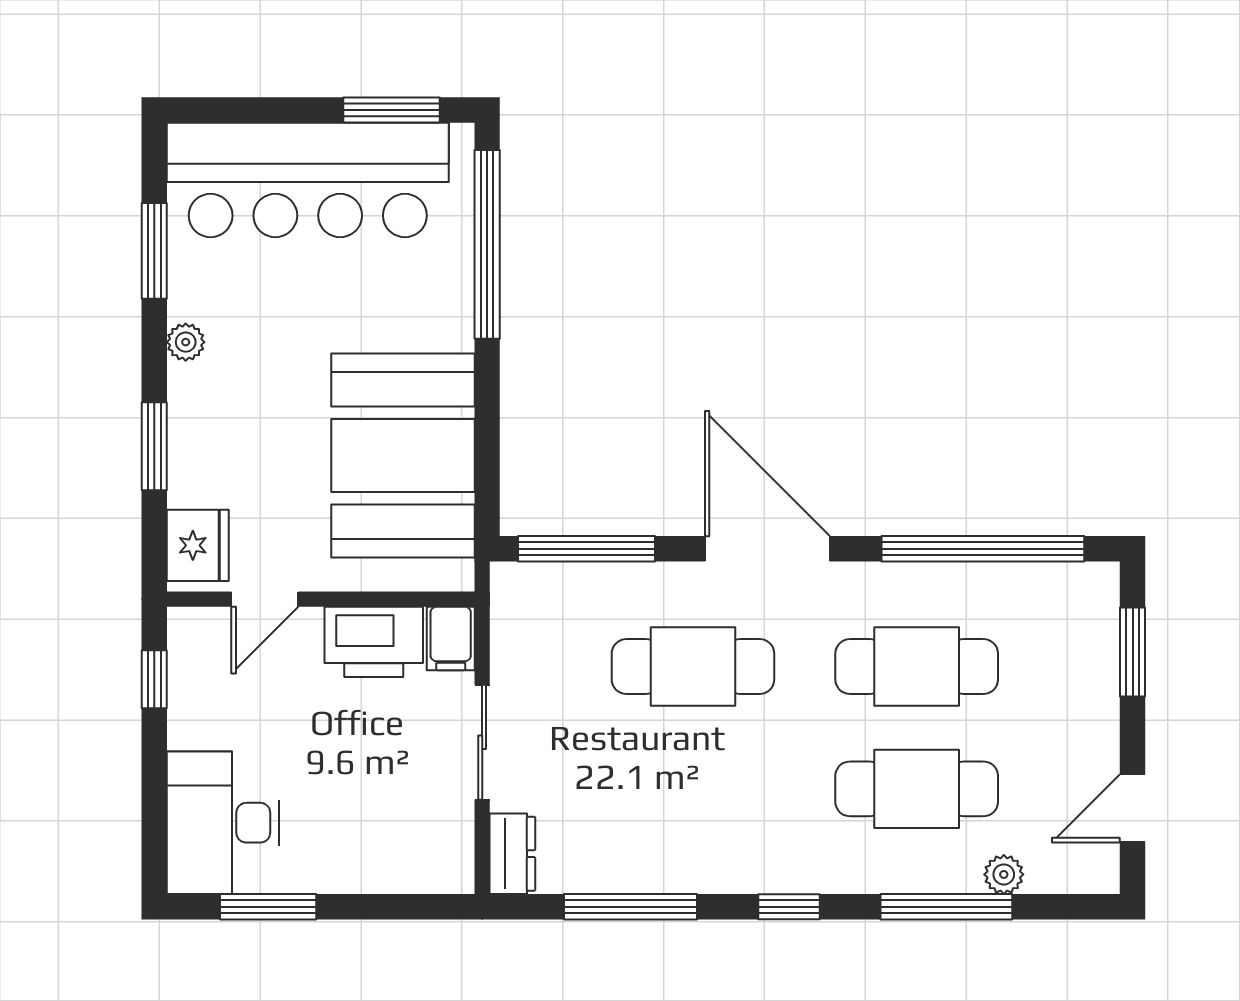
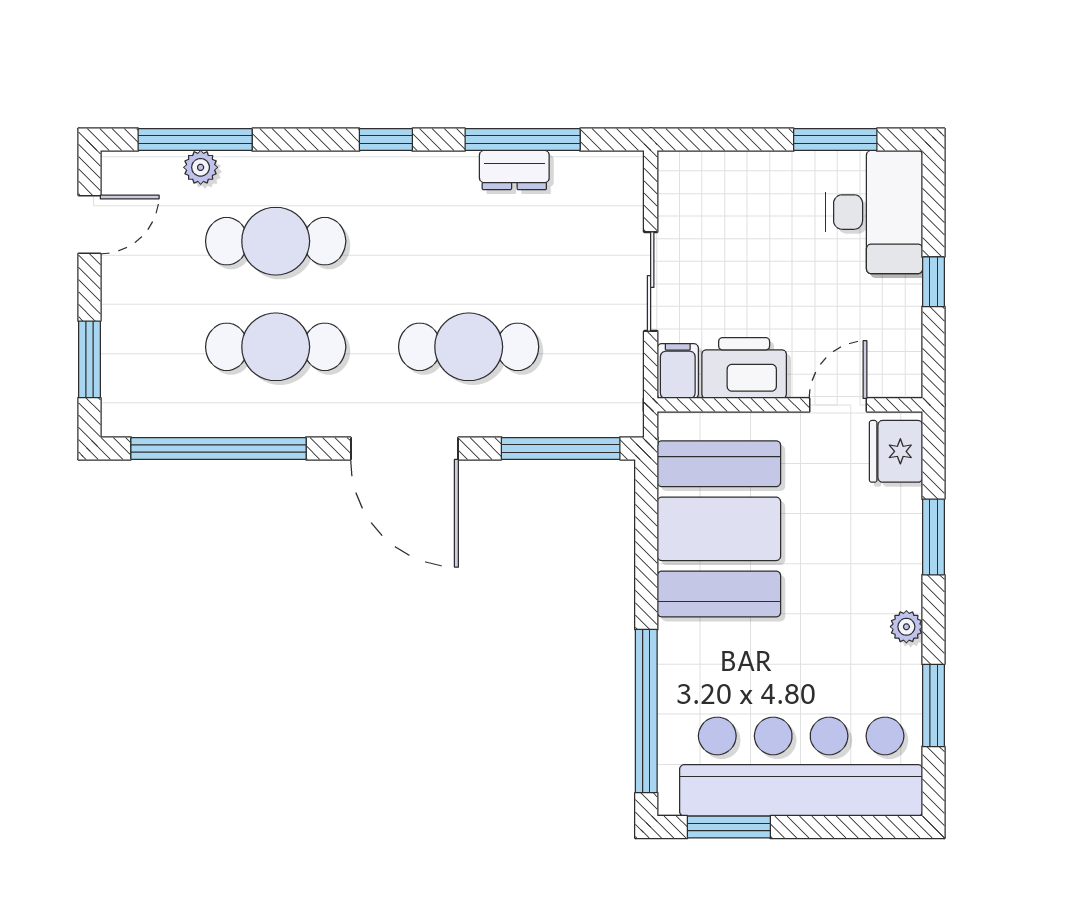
window: (154, 679) -> (933, 282), moved
dresser: (512, 854) -> (514, 170), moved, turned -90
window: (946, 907) -> (195, 140), moved

